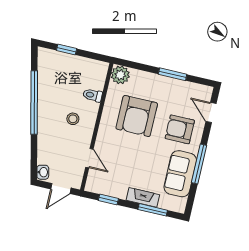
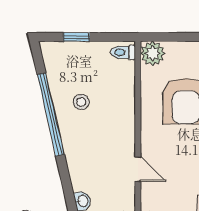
toilet: (93, 95) -> (123, 52), moved
stool: (73, 119) -> (81, 102), moved

